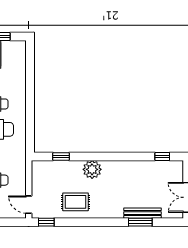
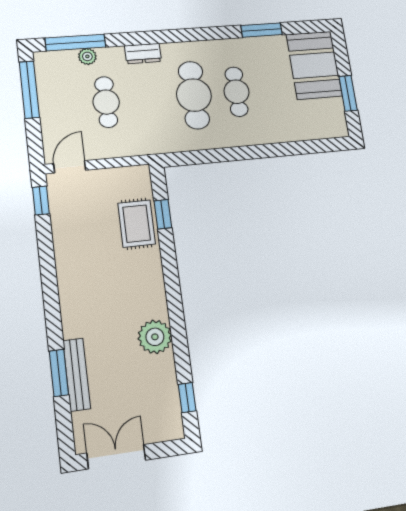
plant: (92, 169) -> (155, 337), moved
rug: (76, 202) -> (137, 224), moved

